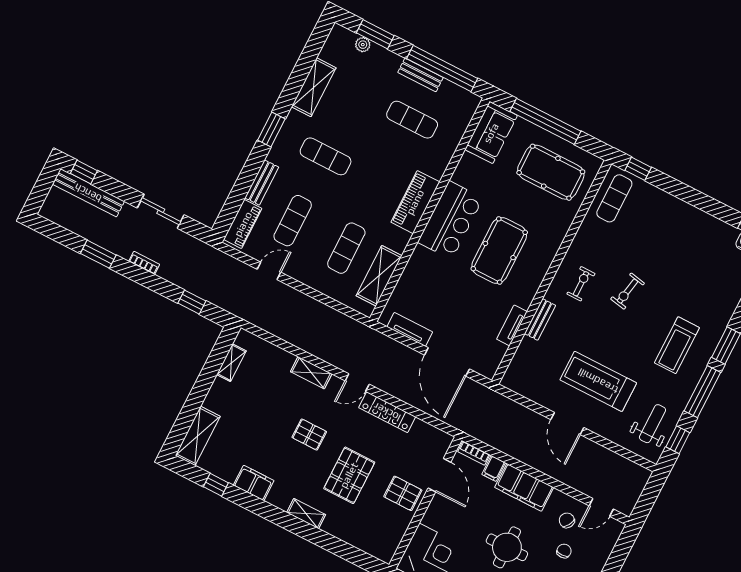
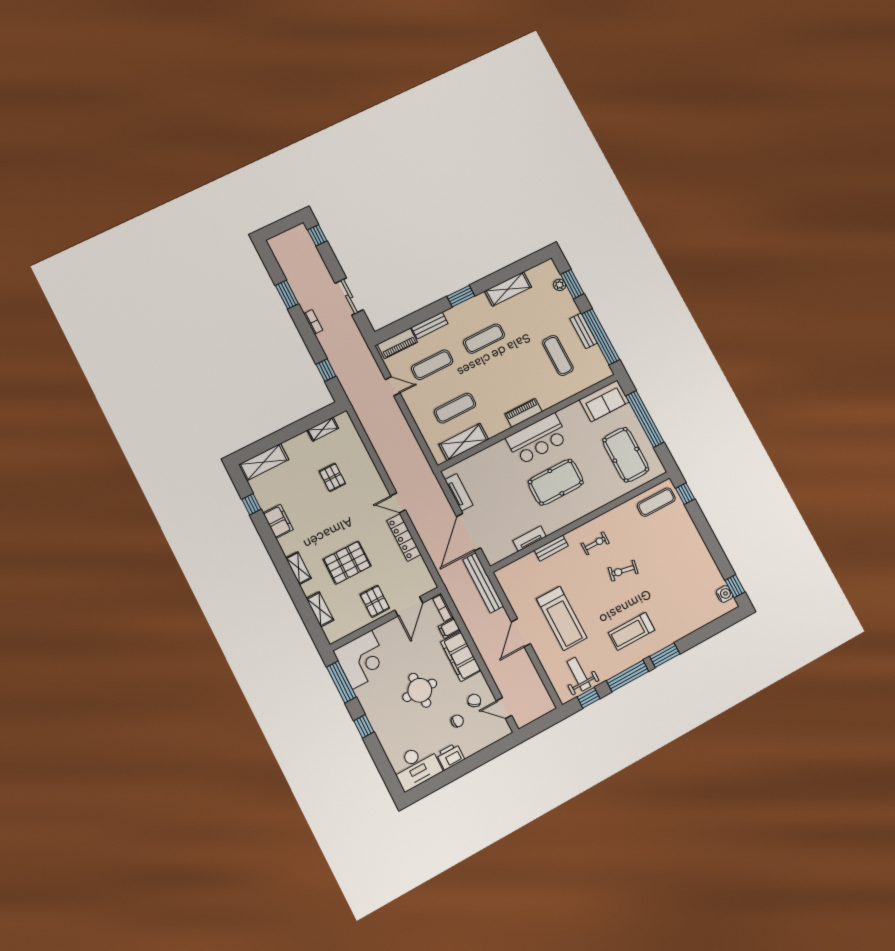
exercise mat: (326, 156) -> (484, 339), turned 90
bench: (88, 193) -> (483, 583), moved
piano: (415, 202) -> (523, 413), width x0.73, depth x0.75
shelving: (311, 373) -> (320, 609), moved
treadmill: (598, 381) -> (562, 618), turned 180
weight bench: (652, 424) -> (579, 674), turned -90
pallet: (309, 435) -> (332, 477), moved

